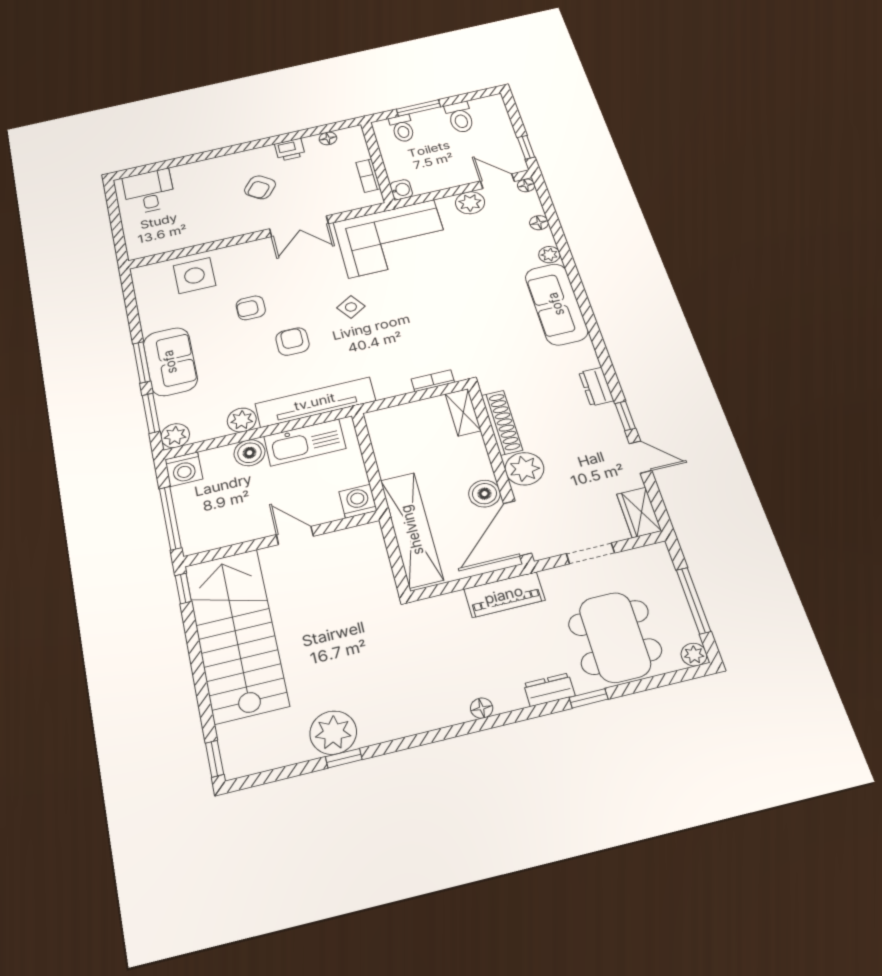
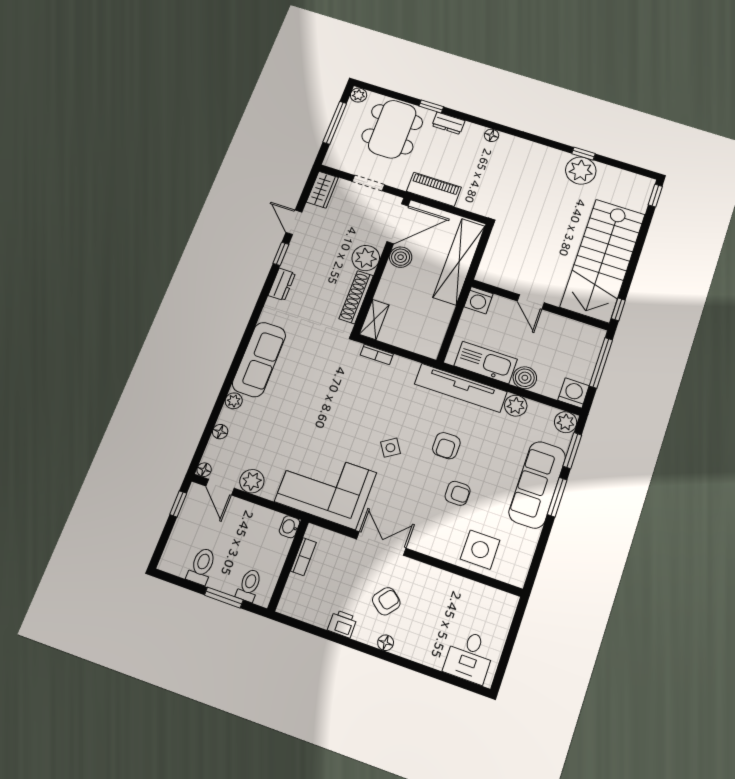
floor lamp: (328, 138) -> (386, 643), moved
sofa: (170, 362) -> (537, 485), width x1.36

